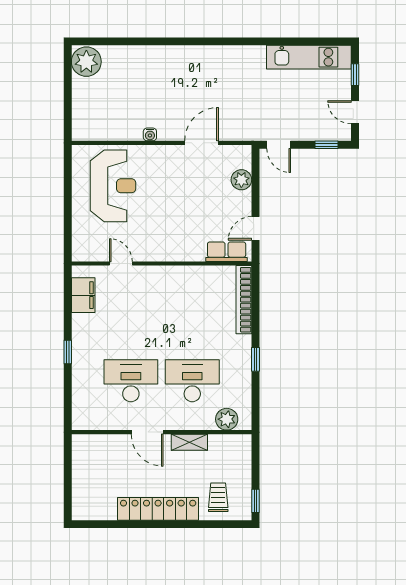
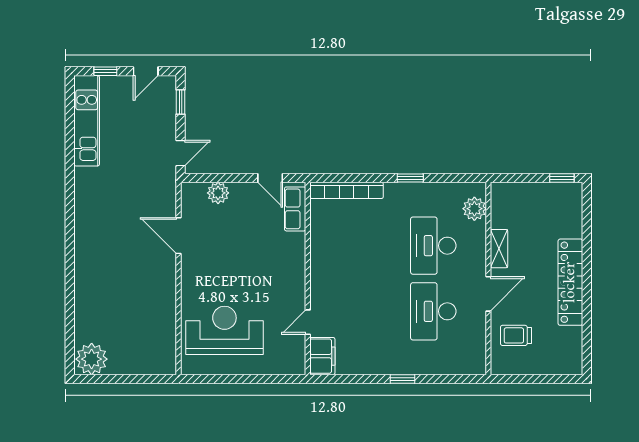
water cooler: (150, 134) -> (169, 291), removed
filing cabinet: (83, 295) -> (322, 356), moved, turned 90
trolley: (218, 497) -> (516, 335), moved

